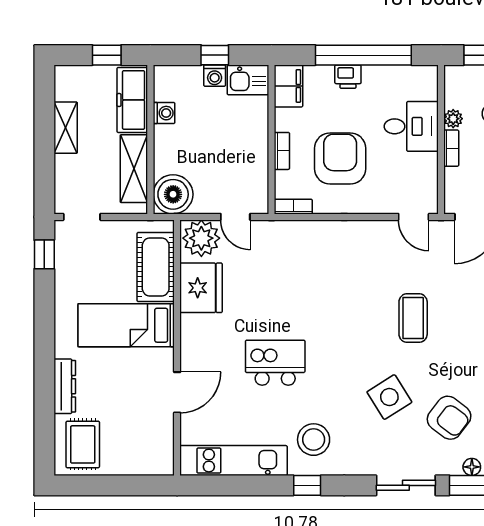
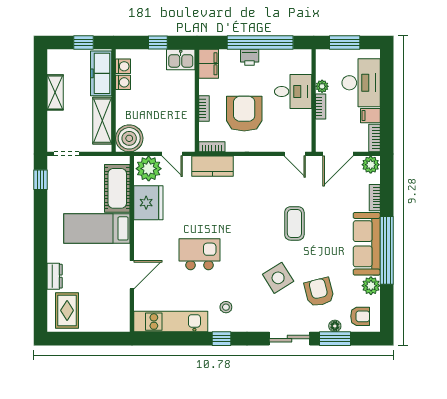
washing machine: (215, 76) -> (123, 66), moved, turned -90
kitchen counter: (294, 235) -> (212, 166), added
dresser: (65, 386) -> (55, 276), width x0.70
armchair: (449, 418) -> (319, 292), turned -141
stool: (314, 440) -> (226, 307), width x0.53, depth x0.53

